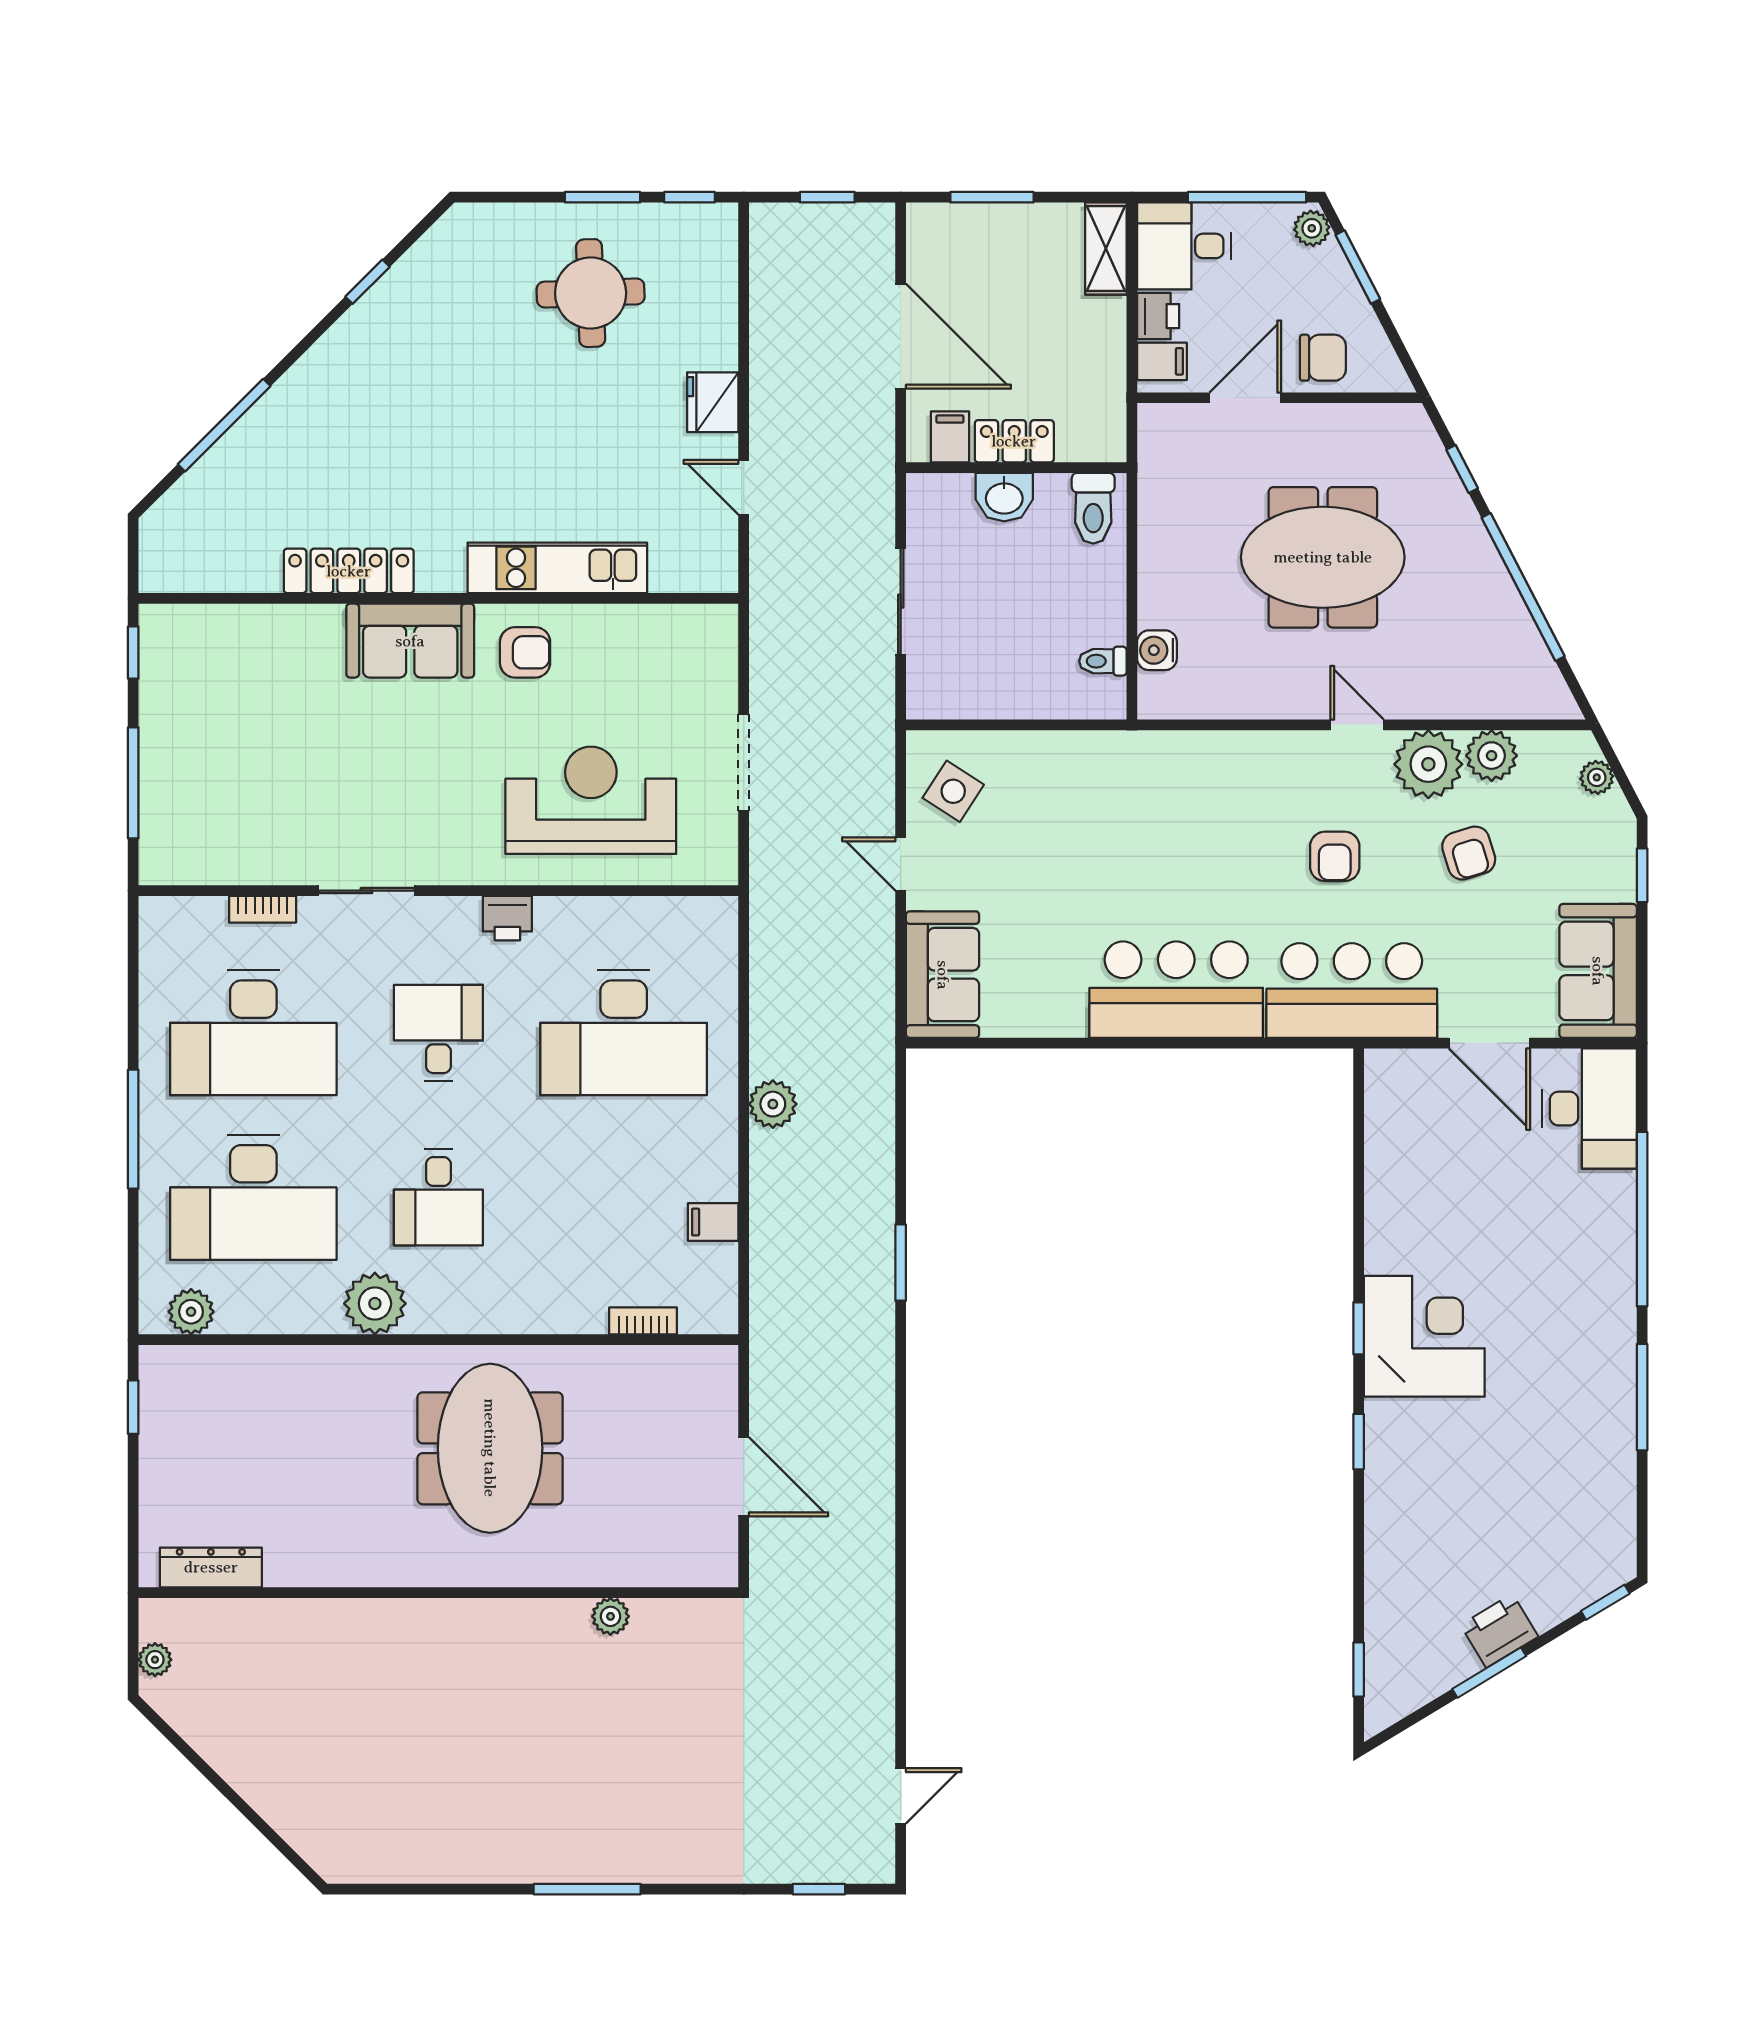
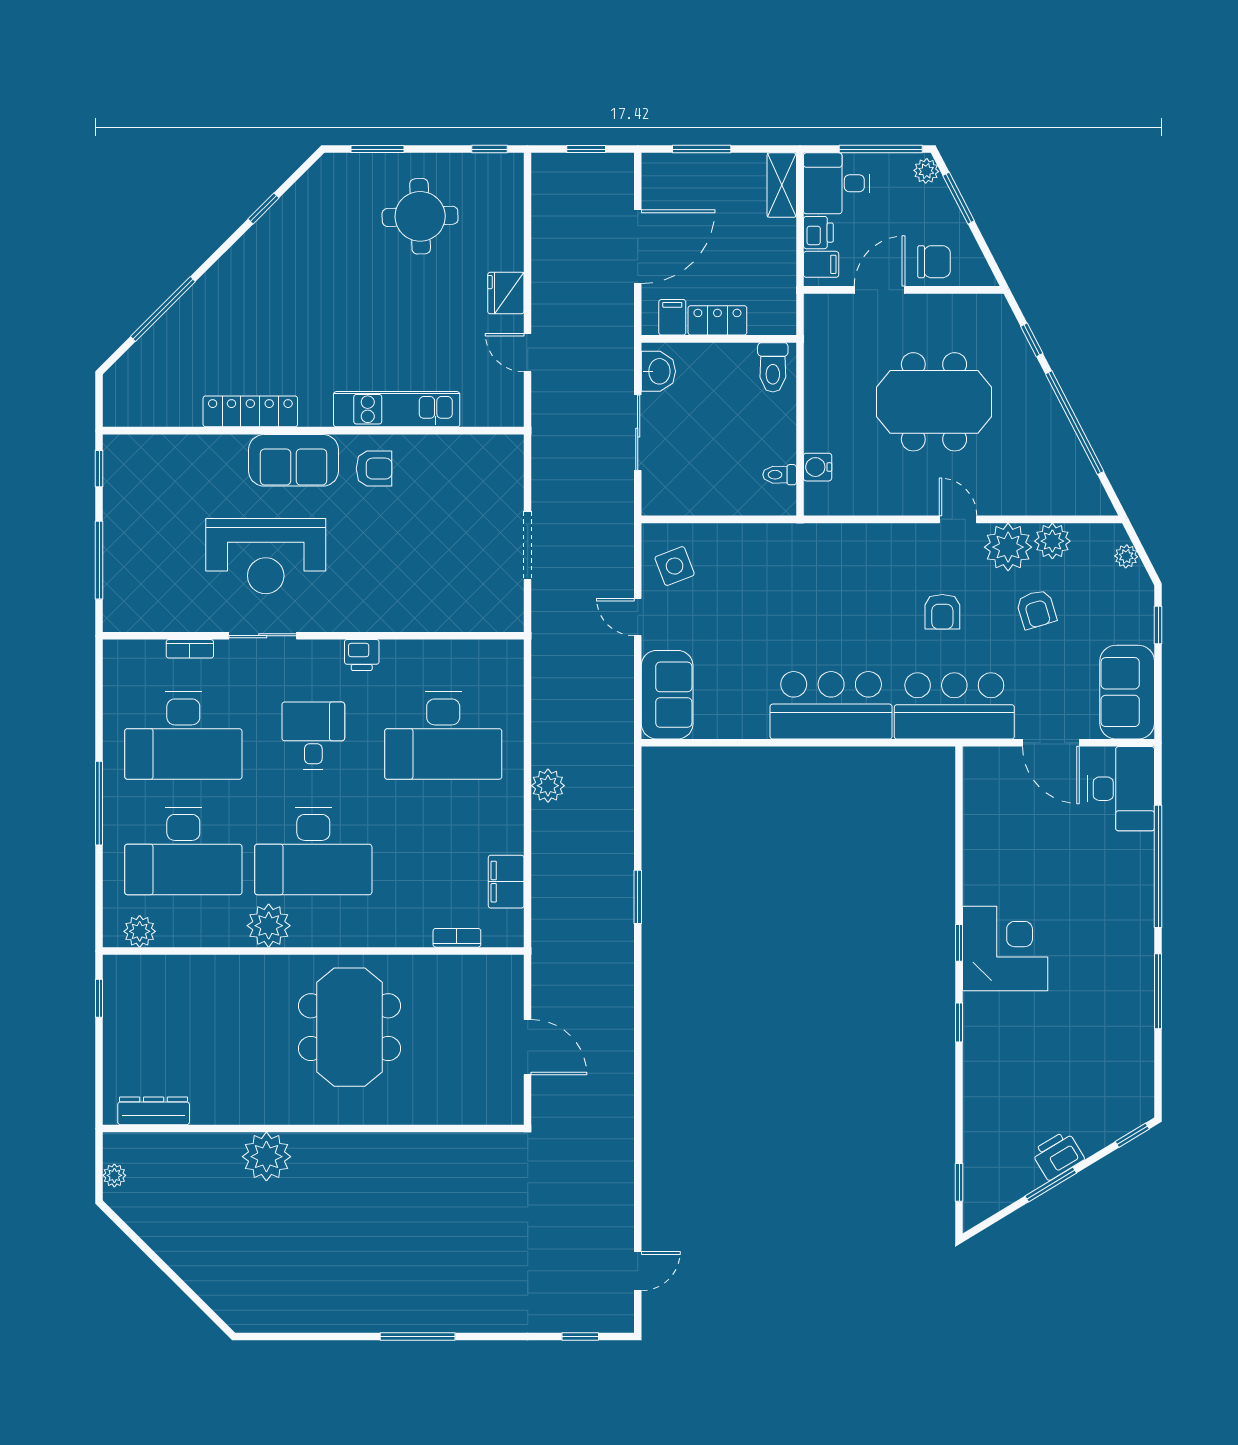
window: (603, 197) -> (378, 149), moved
door: (901, 336) -> (638, 247), hinge flipped
washbasin: (1004, 497) -> (658, 371), moved, turned -90
side table: (953, 791) -> (675, 566), turned 36
reception desk: (591, 800) -> (266, 556), moved, turned 180
desk: (438, 1197) -> (313, 851), width x1.87, depth x1.30
filing cabinet: (713, 1222) -> (506, 882), width x2.00
plant: (610, 1616) -> (266, 1157), moved, width x1.88, depth x1.88

